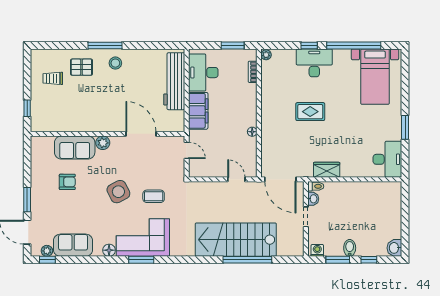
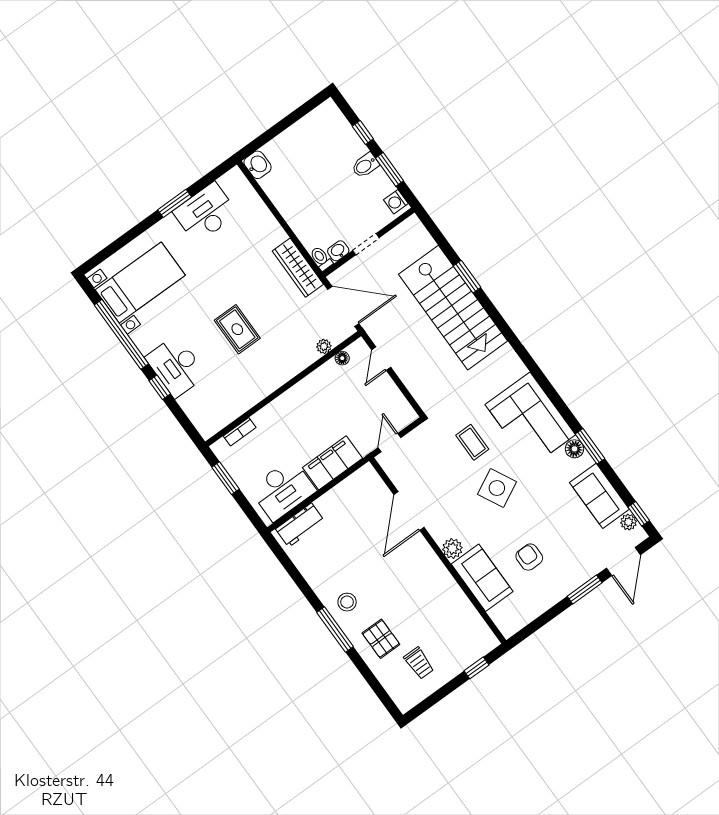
plant: (266, 55) -> (324, 346), moved
workbench: (174, 81) -> (300, 525), width x0.53, depth x0.76
floor lamp: (252, 132) -> (342, 358), moved
desk: (387, 159) -> (205, 213), moved
wardrobe: (327, 170) -> (298, 268), width x1.50
door: (280, 179) -> (343, 306), hinge flipped
washbasin: (394, 248) -> (258, 165), moved, turned -90
window: (141, 260) -> (590, 446), moved
window: (247, 260) -> (467, 277), width x0.47

